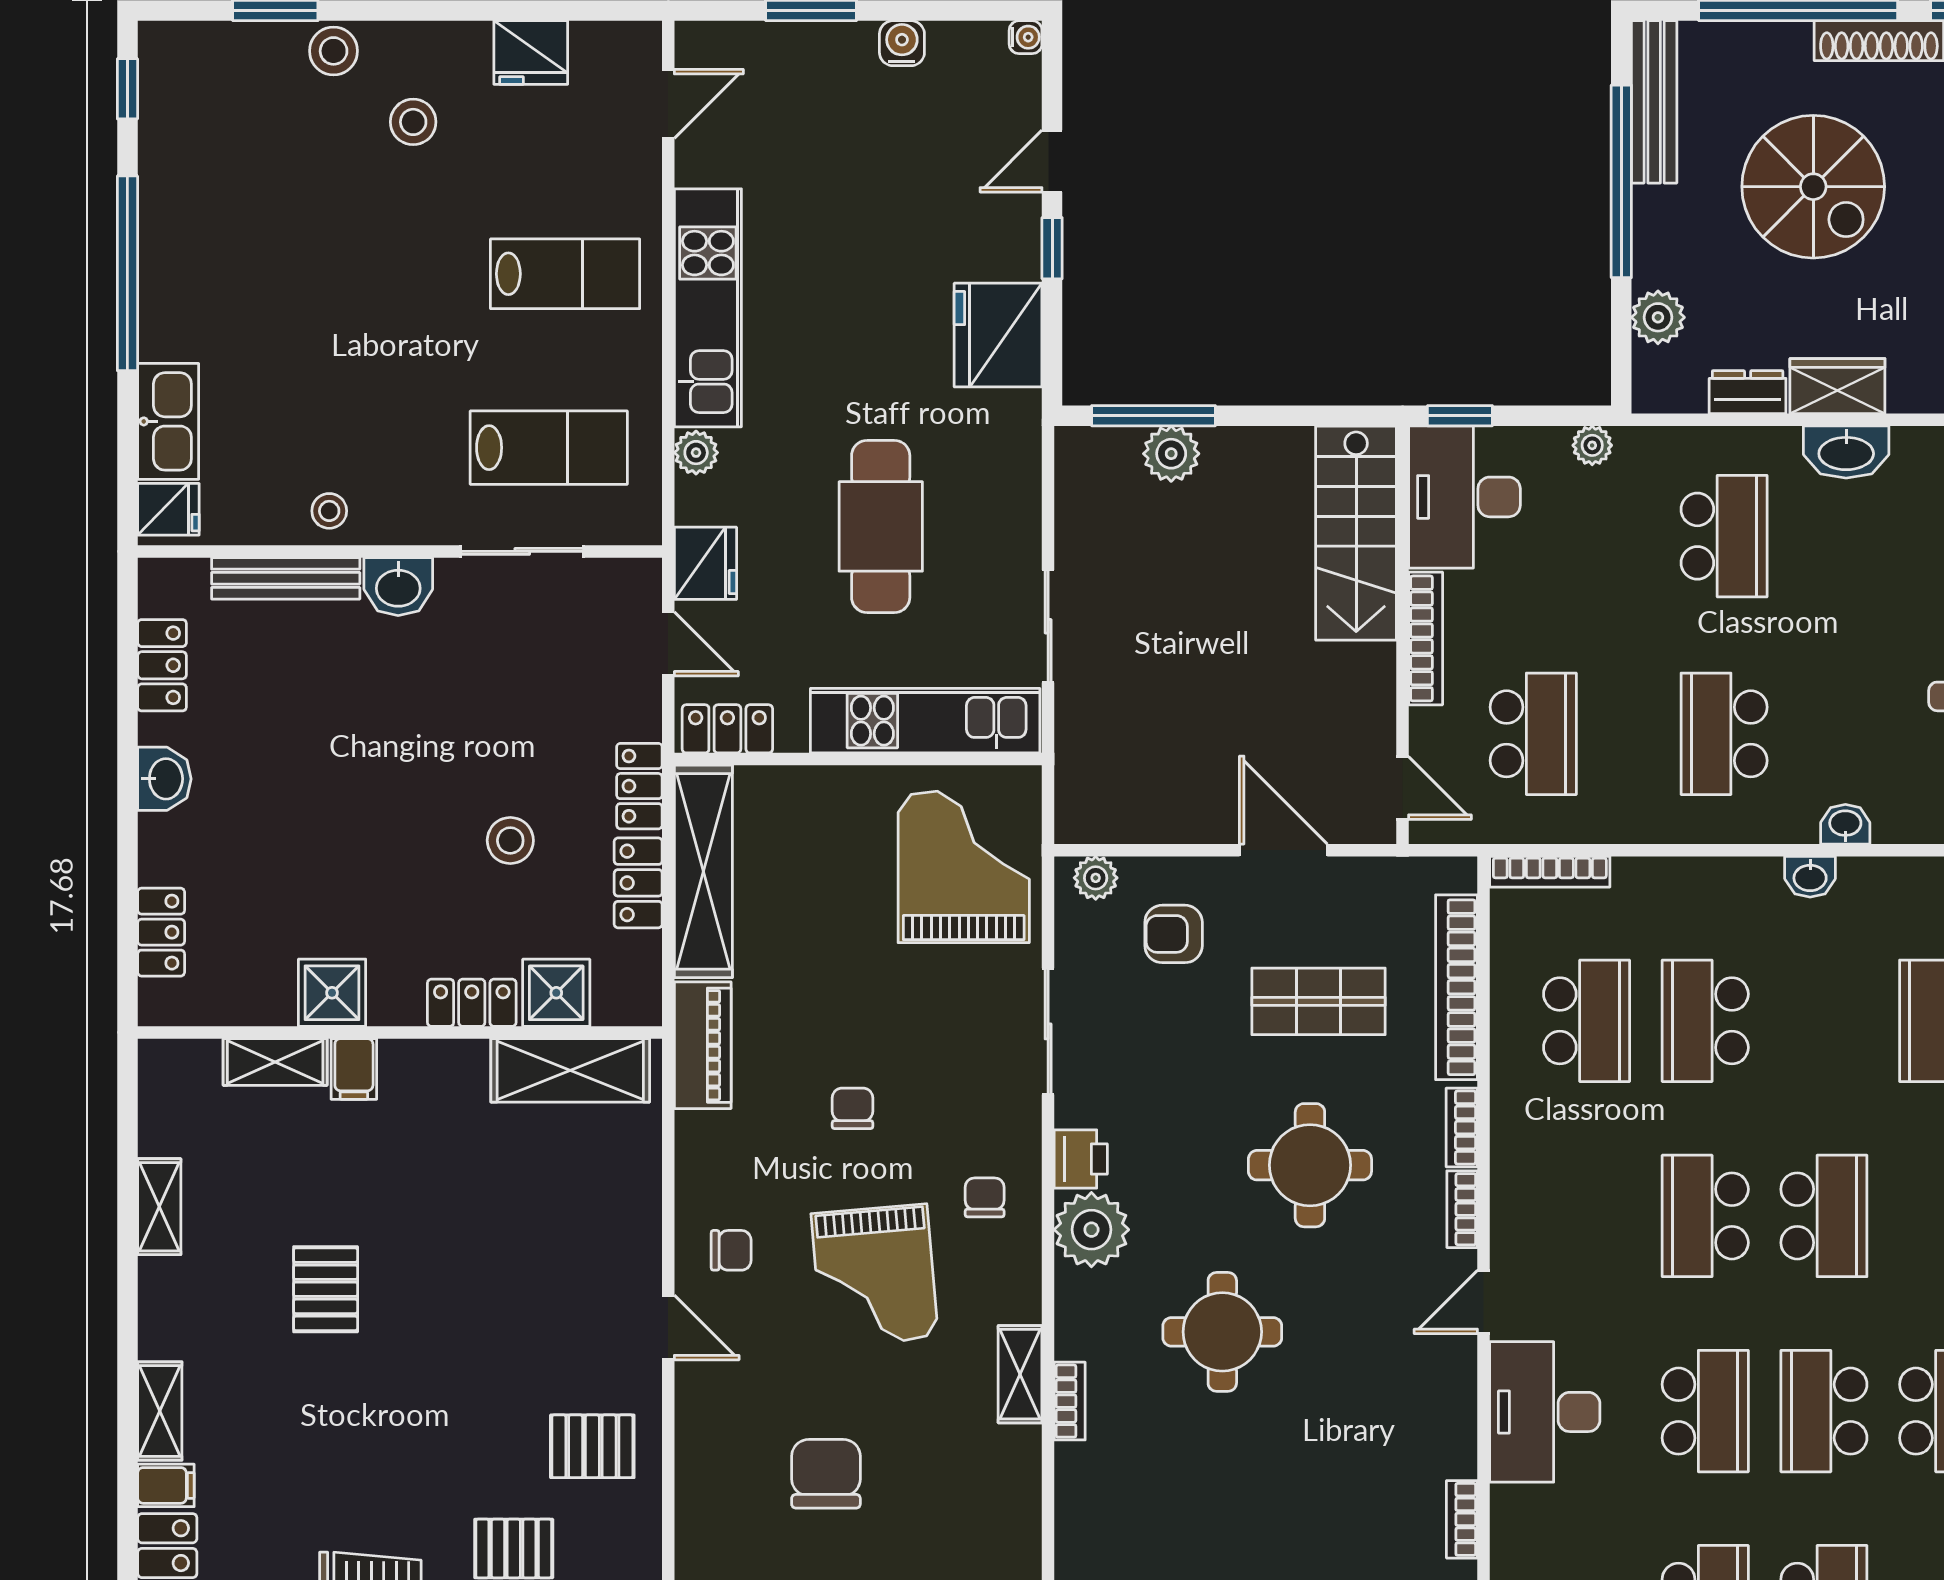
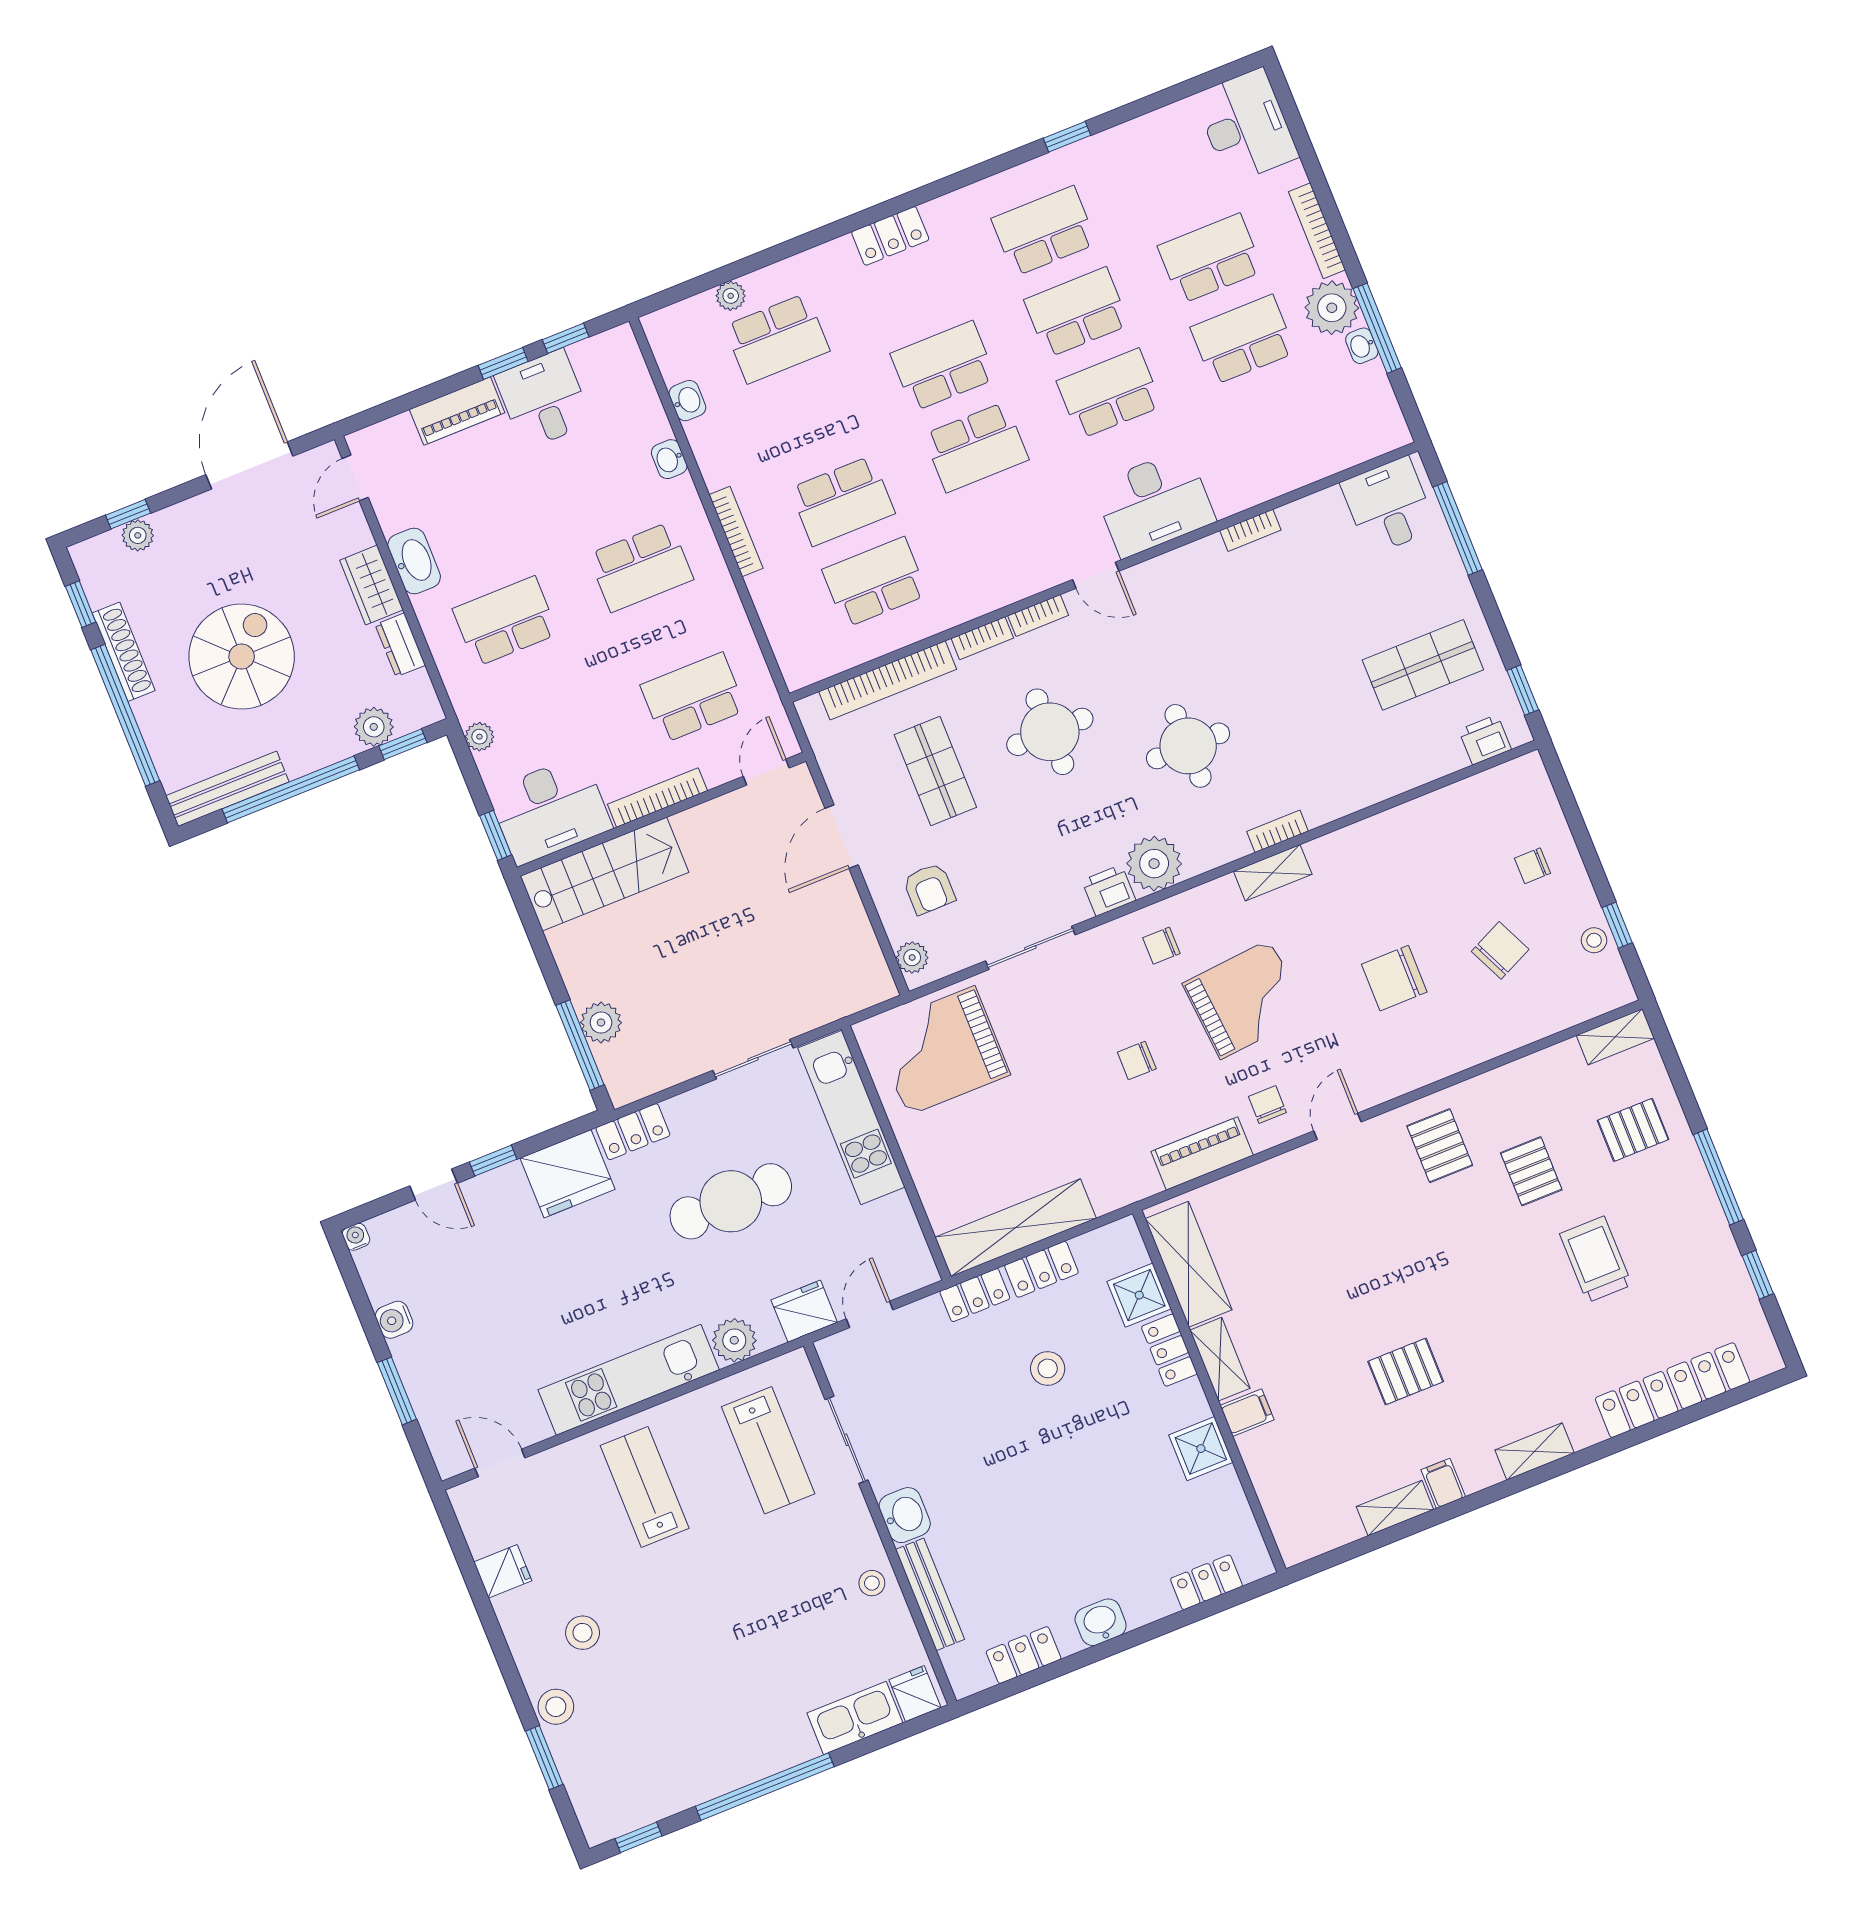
fridge: (531, 53) -> (503, 1571), width x0.72
window: (1621, 345) -> (403, 744), added
lab bench: (549, 448) -> (768, 1450), turned 180
plant: (696, 453) -> (734, 1340), width x1.38, depth x1.38
locker: (727, 729) -> (633, 1132), moved, turned -90
bookcase: (1550, 872) -> (736, 532), moved
washbasin: (1810, 877) -> (687, 401), moved
piano: (703, 1045) -> (1202, 1153), moved
shelving: (275, 1062) -> (1220, 1359), moved
school desk: (1824, 1411) -> (1077, 312), turned 180
filing cabinet: (166, 1485) -> (1443, 1483), moved

